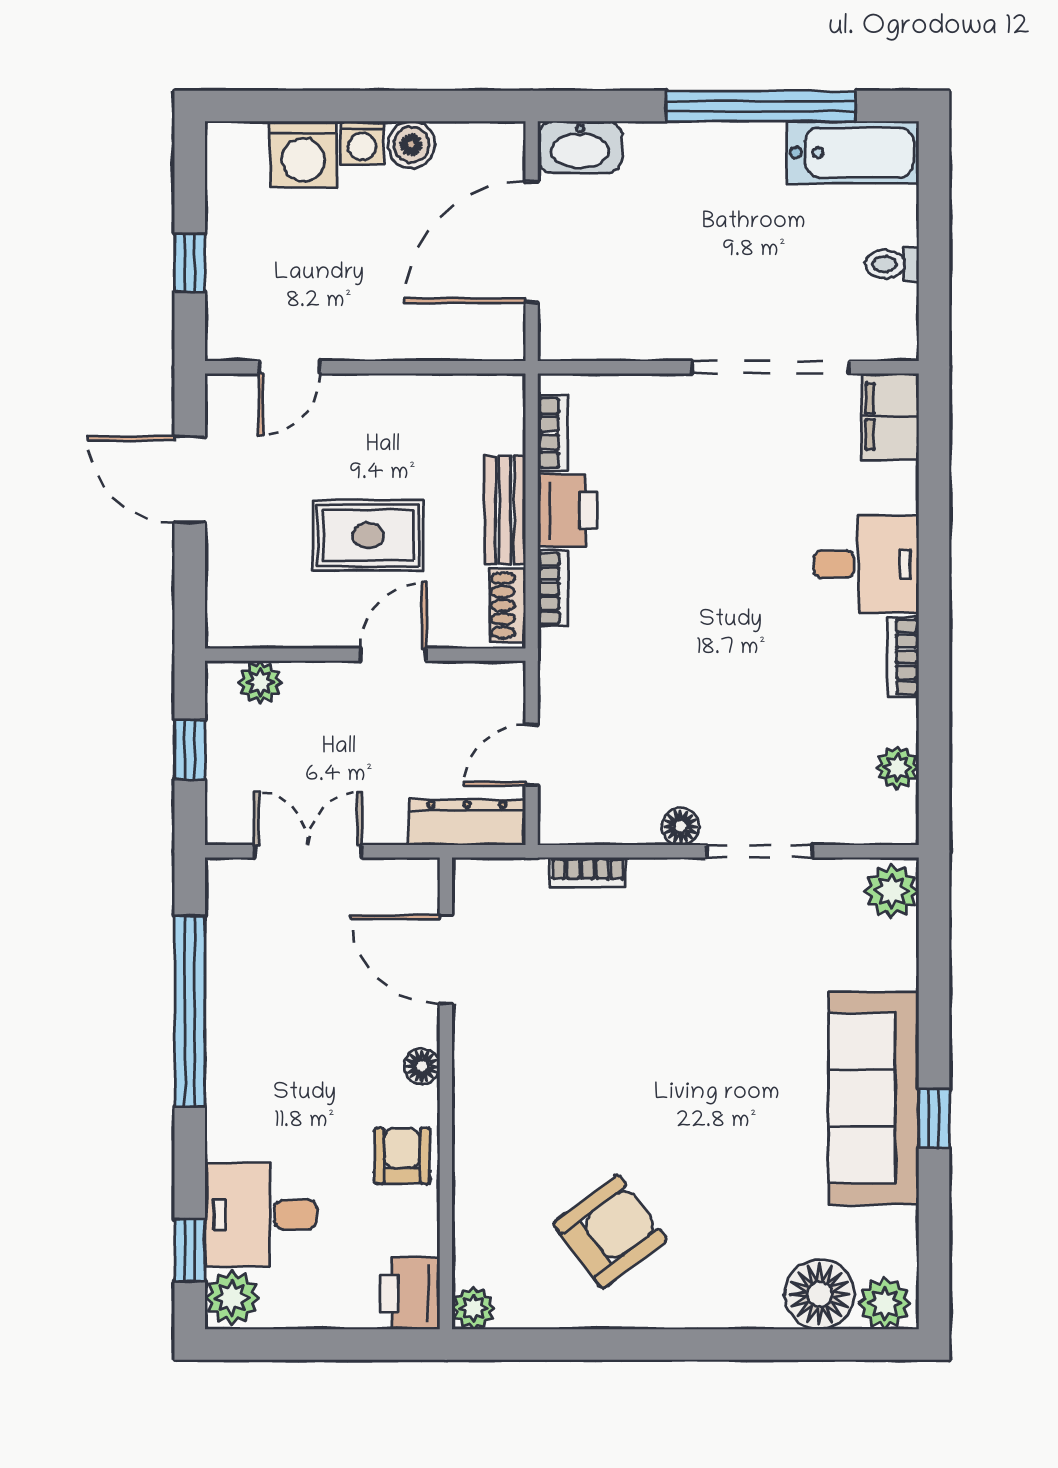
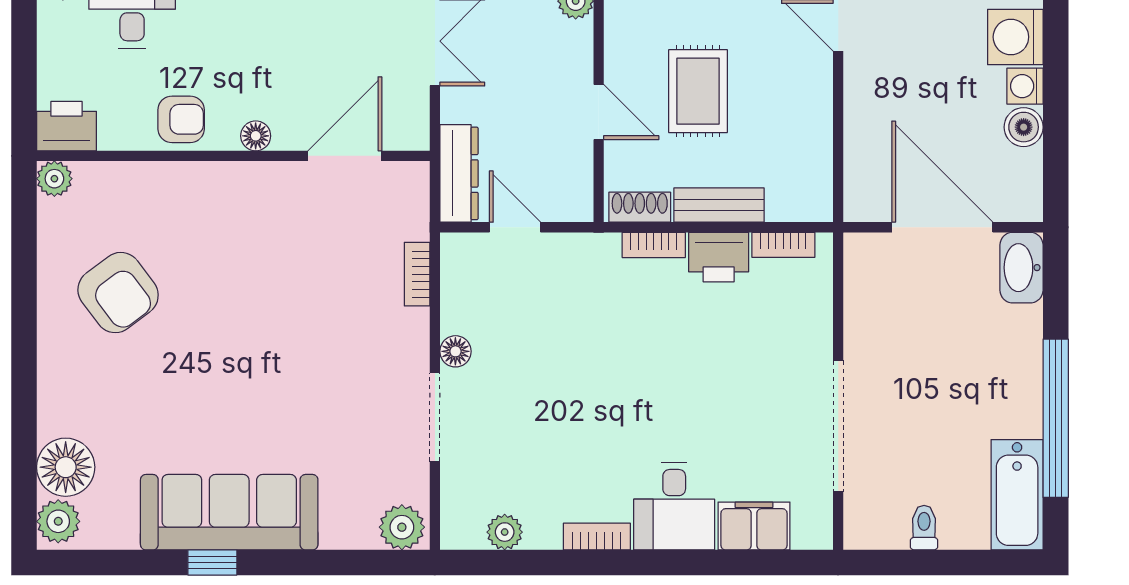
filing cabinet: (890, 416) -> (754, 526), moved

